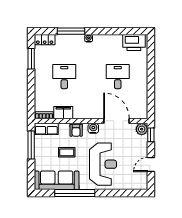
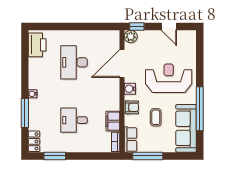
desk: (118, 77) -> (74, 62), width x1.37

